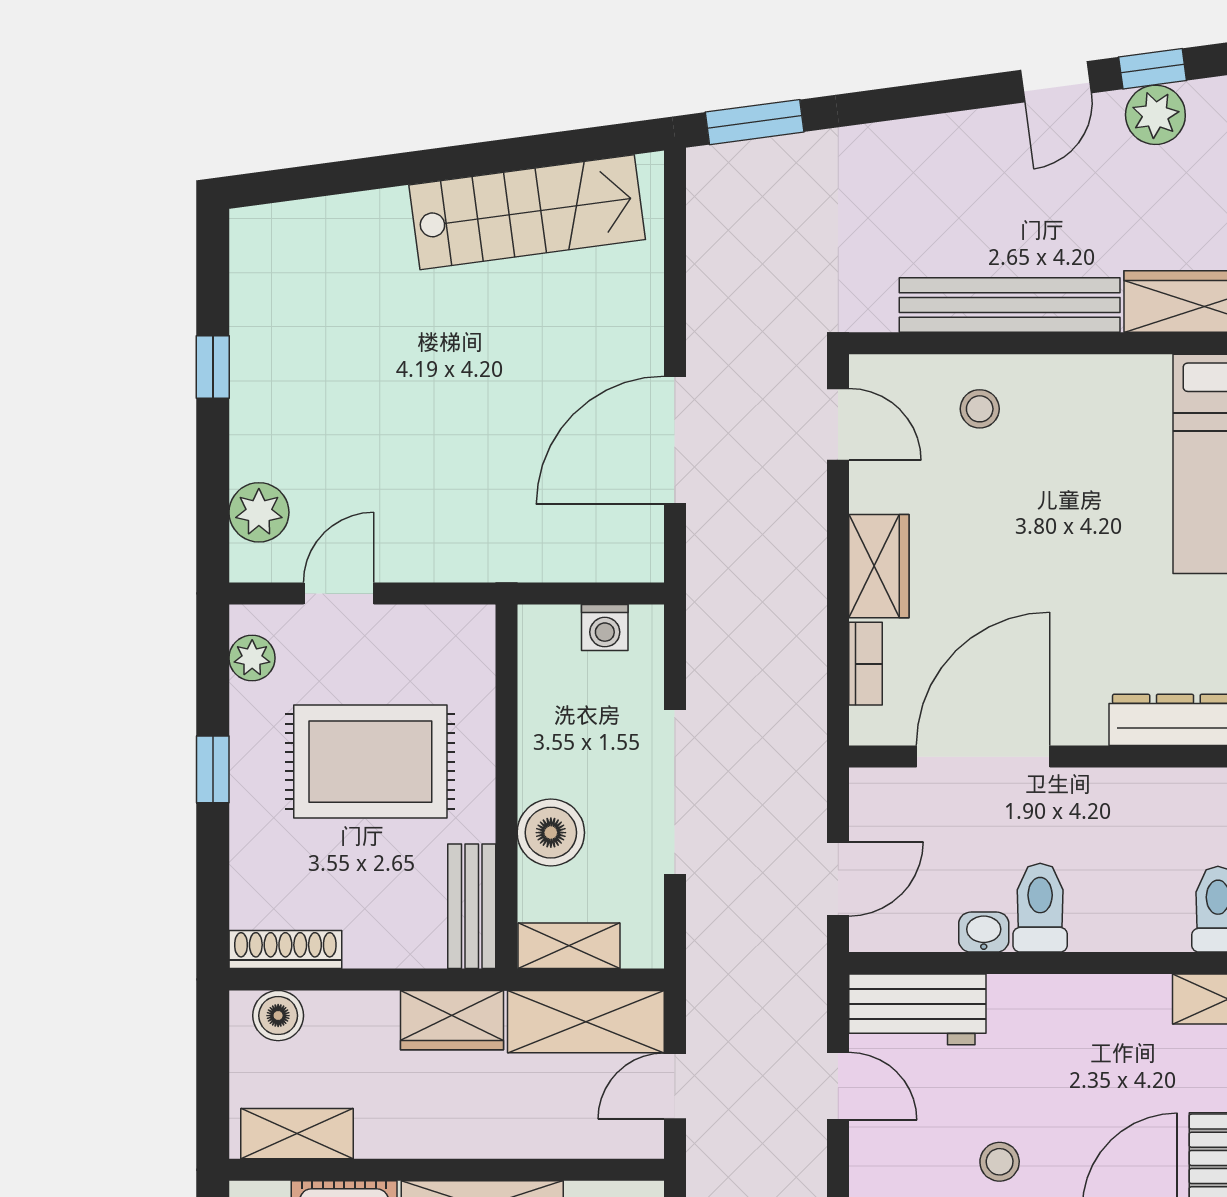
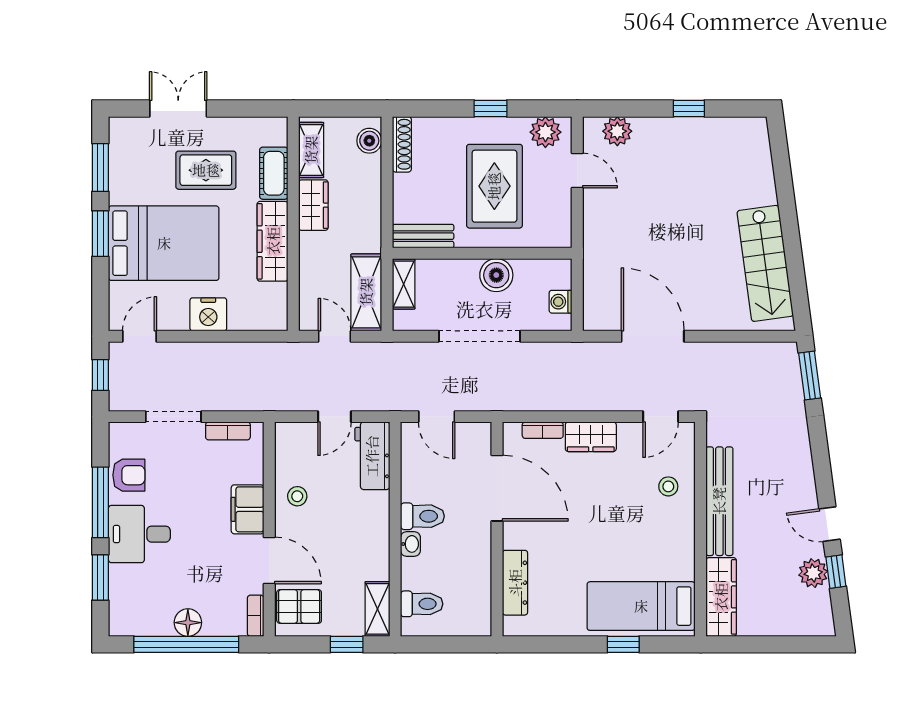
plant: (252, 658) -> (545, 132), width x1.38, depth x1.38
boiler: (551, 833) -> (496, 275), moved
washbasin: (984, 932) -> (410, 544), moved
wardrobe: (452, 1020) -> (313, 205), moved, turned 180

